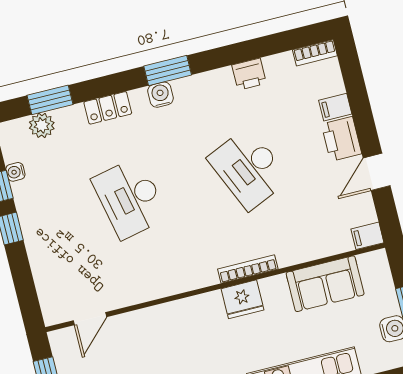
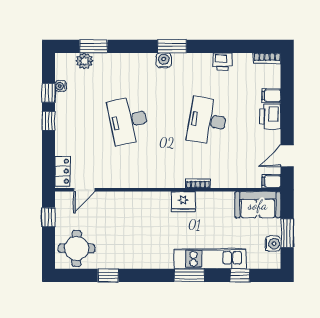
locker: (108, 108) -> (63, 171), moved, turned -90
desk: (249, 169) -> (207, 121), turned 33
door: (377, 172) -> (287, 156), moved
bookcase: (248, 269) -> (198, 183), width x0.64
sofa: (325, 284) -> (258, 205), moved

